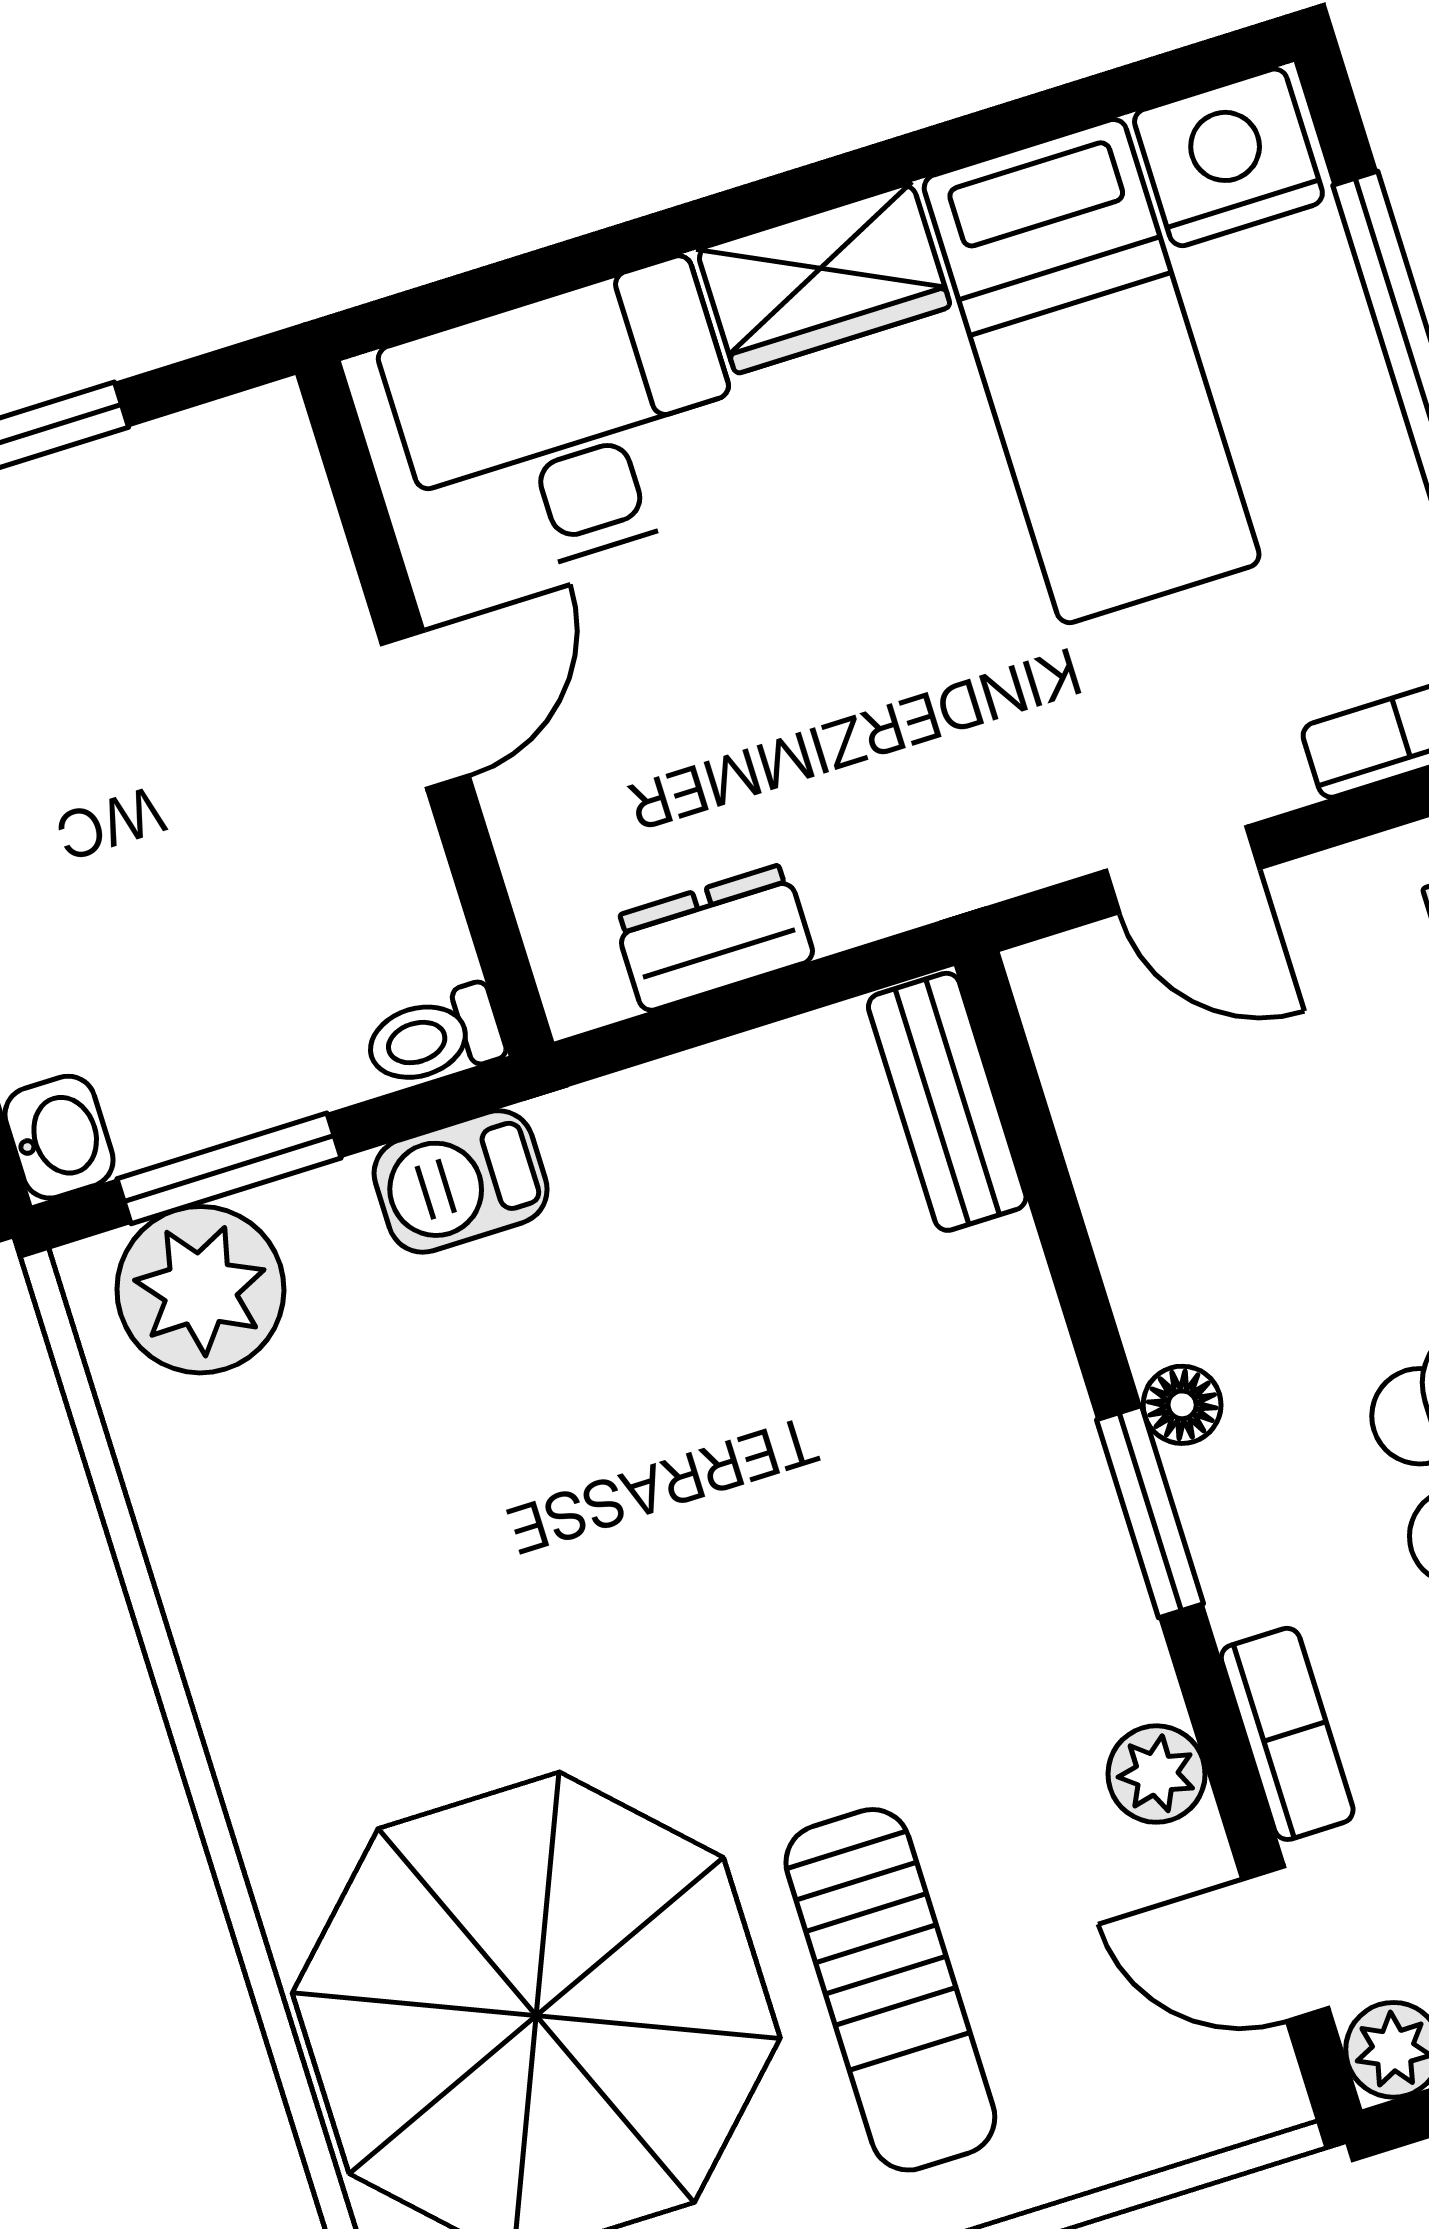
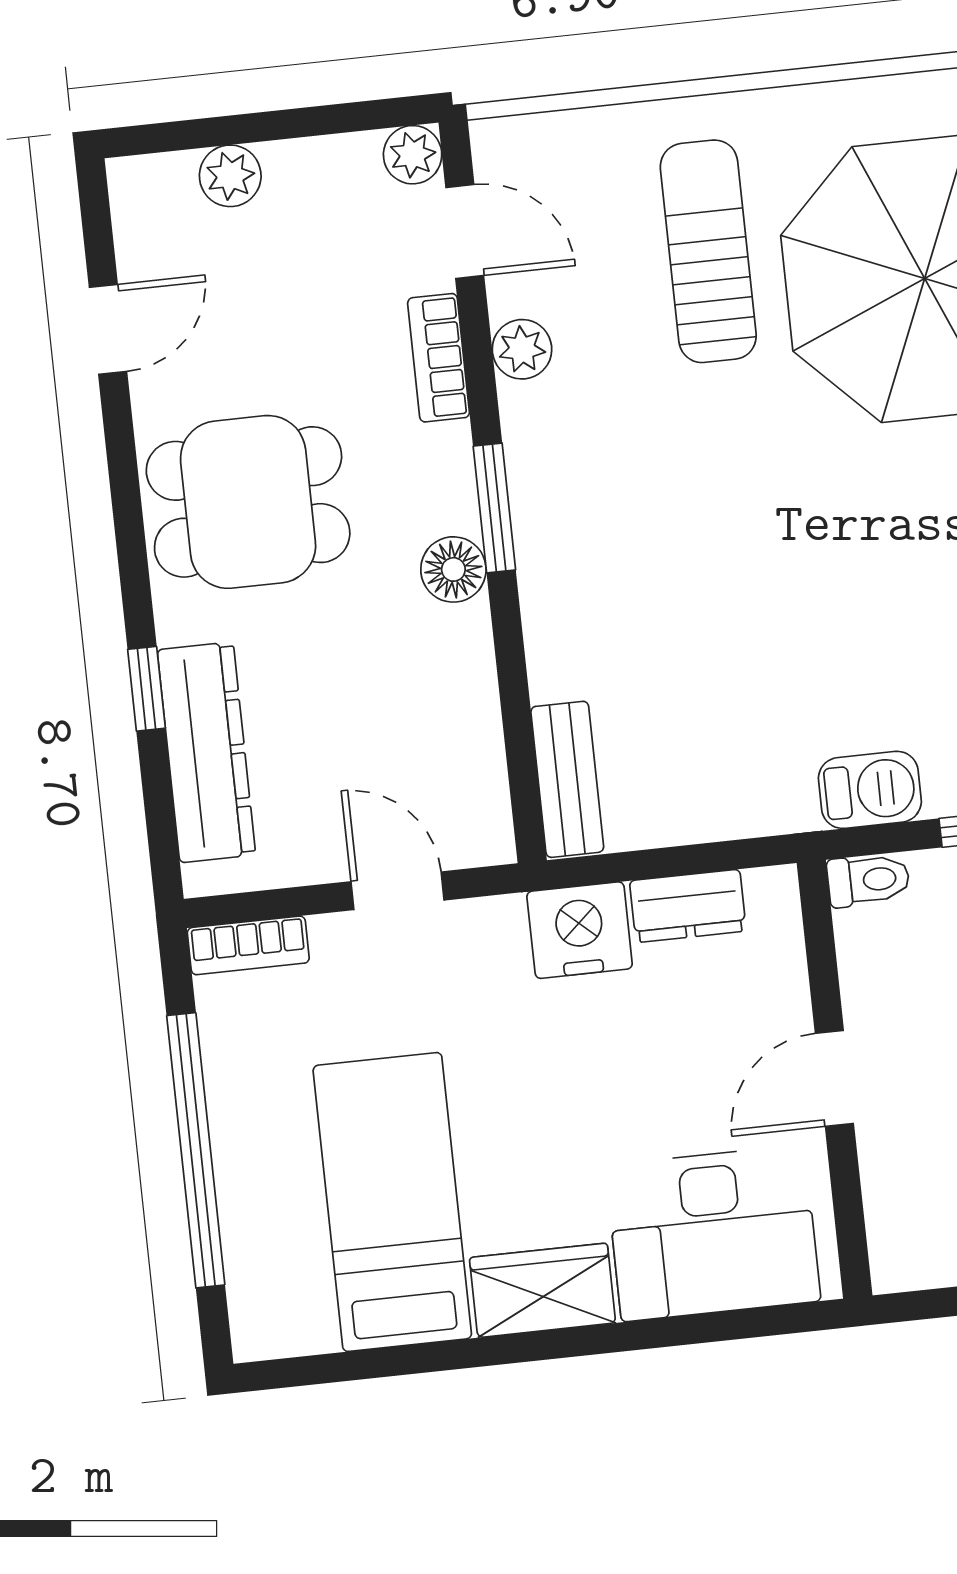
nightstand: (1228, 157) -> (580, 930), moved, turned 180
floor lamp: (1182, 1405) -> (453, 569), width x1.37, depth x1.37

